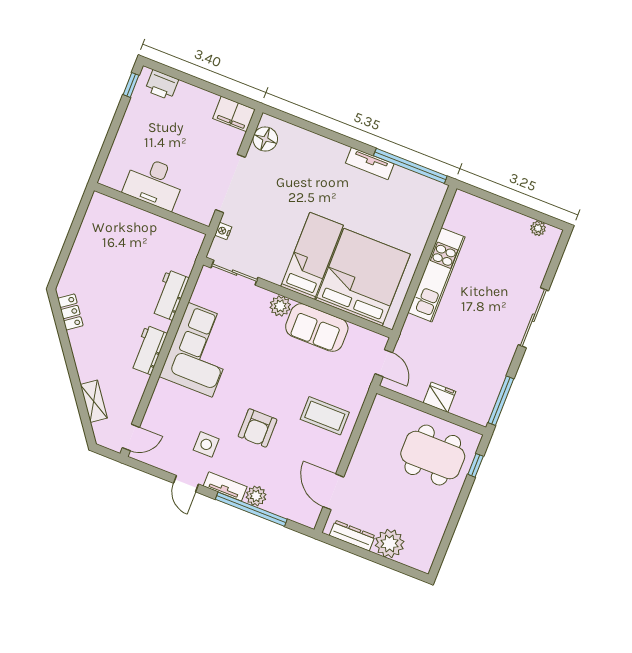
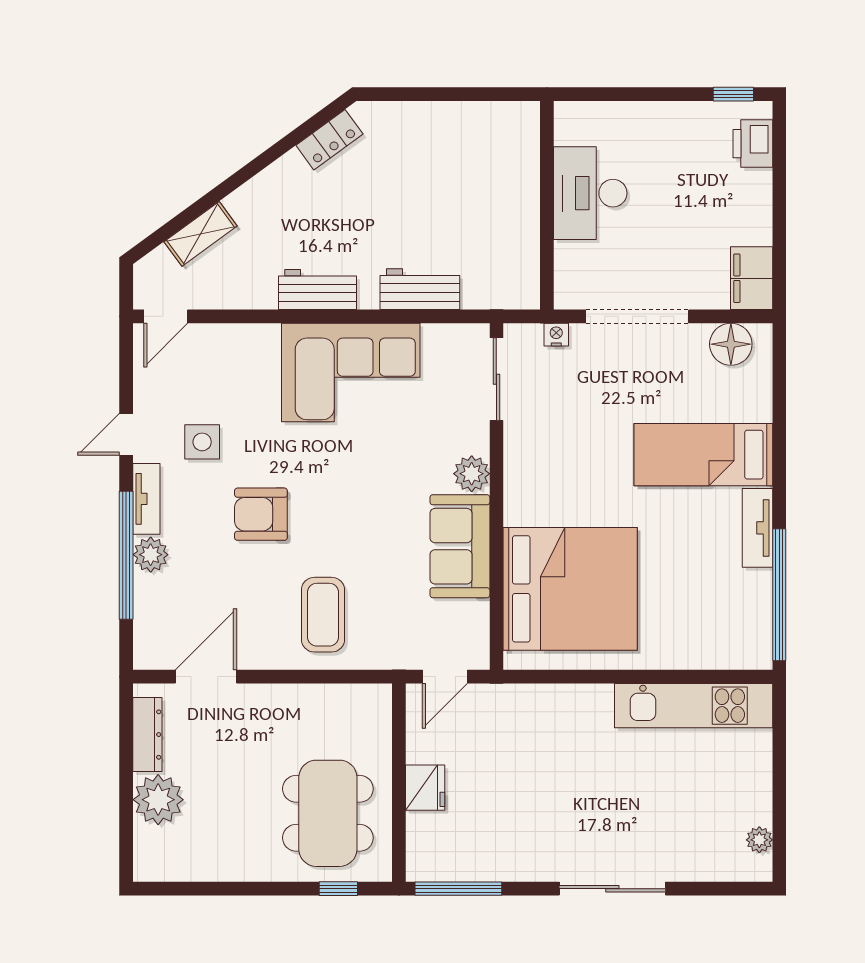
bed: (312, 256) -> (703, 455), moved, turned 180
kitchen unit: (436, 275) -> (694, 706), moved
door: (131, 437) -> (166, 316), hinge flipped

